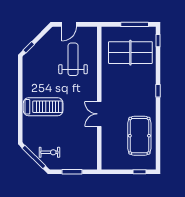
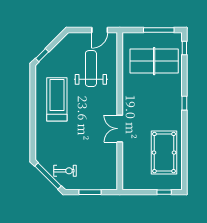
door: (69, 24) -> (100, 30), moved
treadmill: (43, 107) -> (57, 99), moved, turned -90

